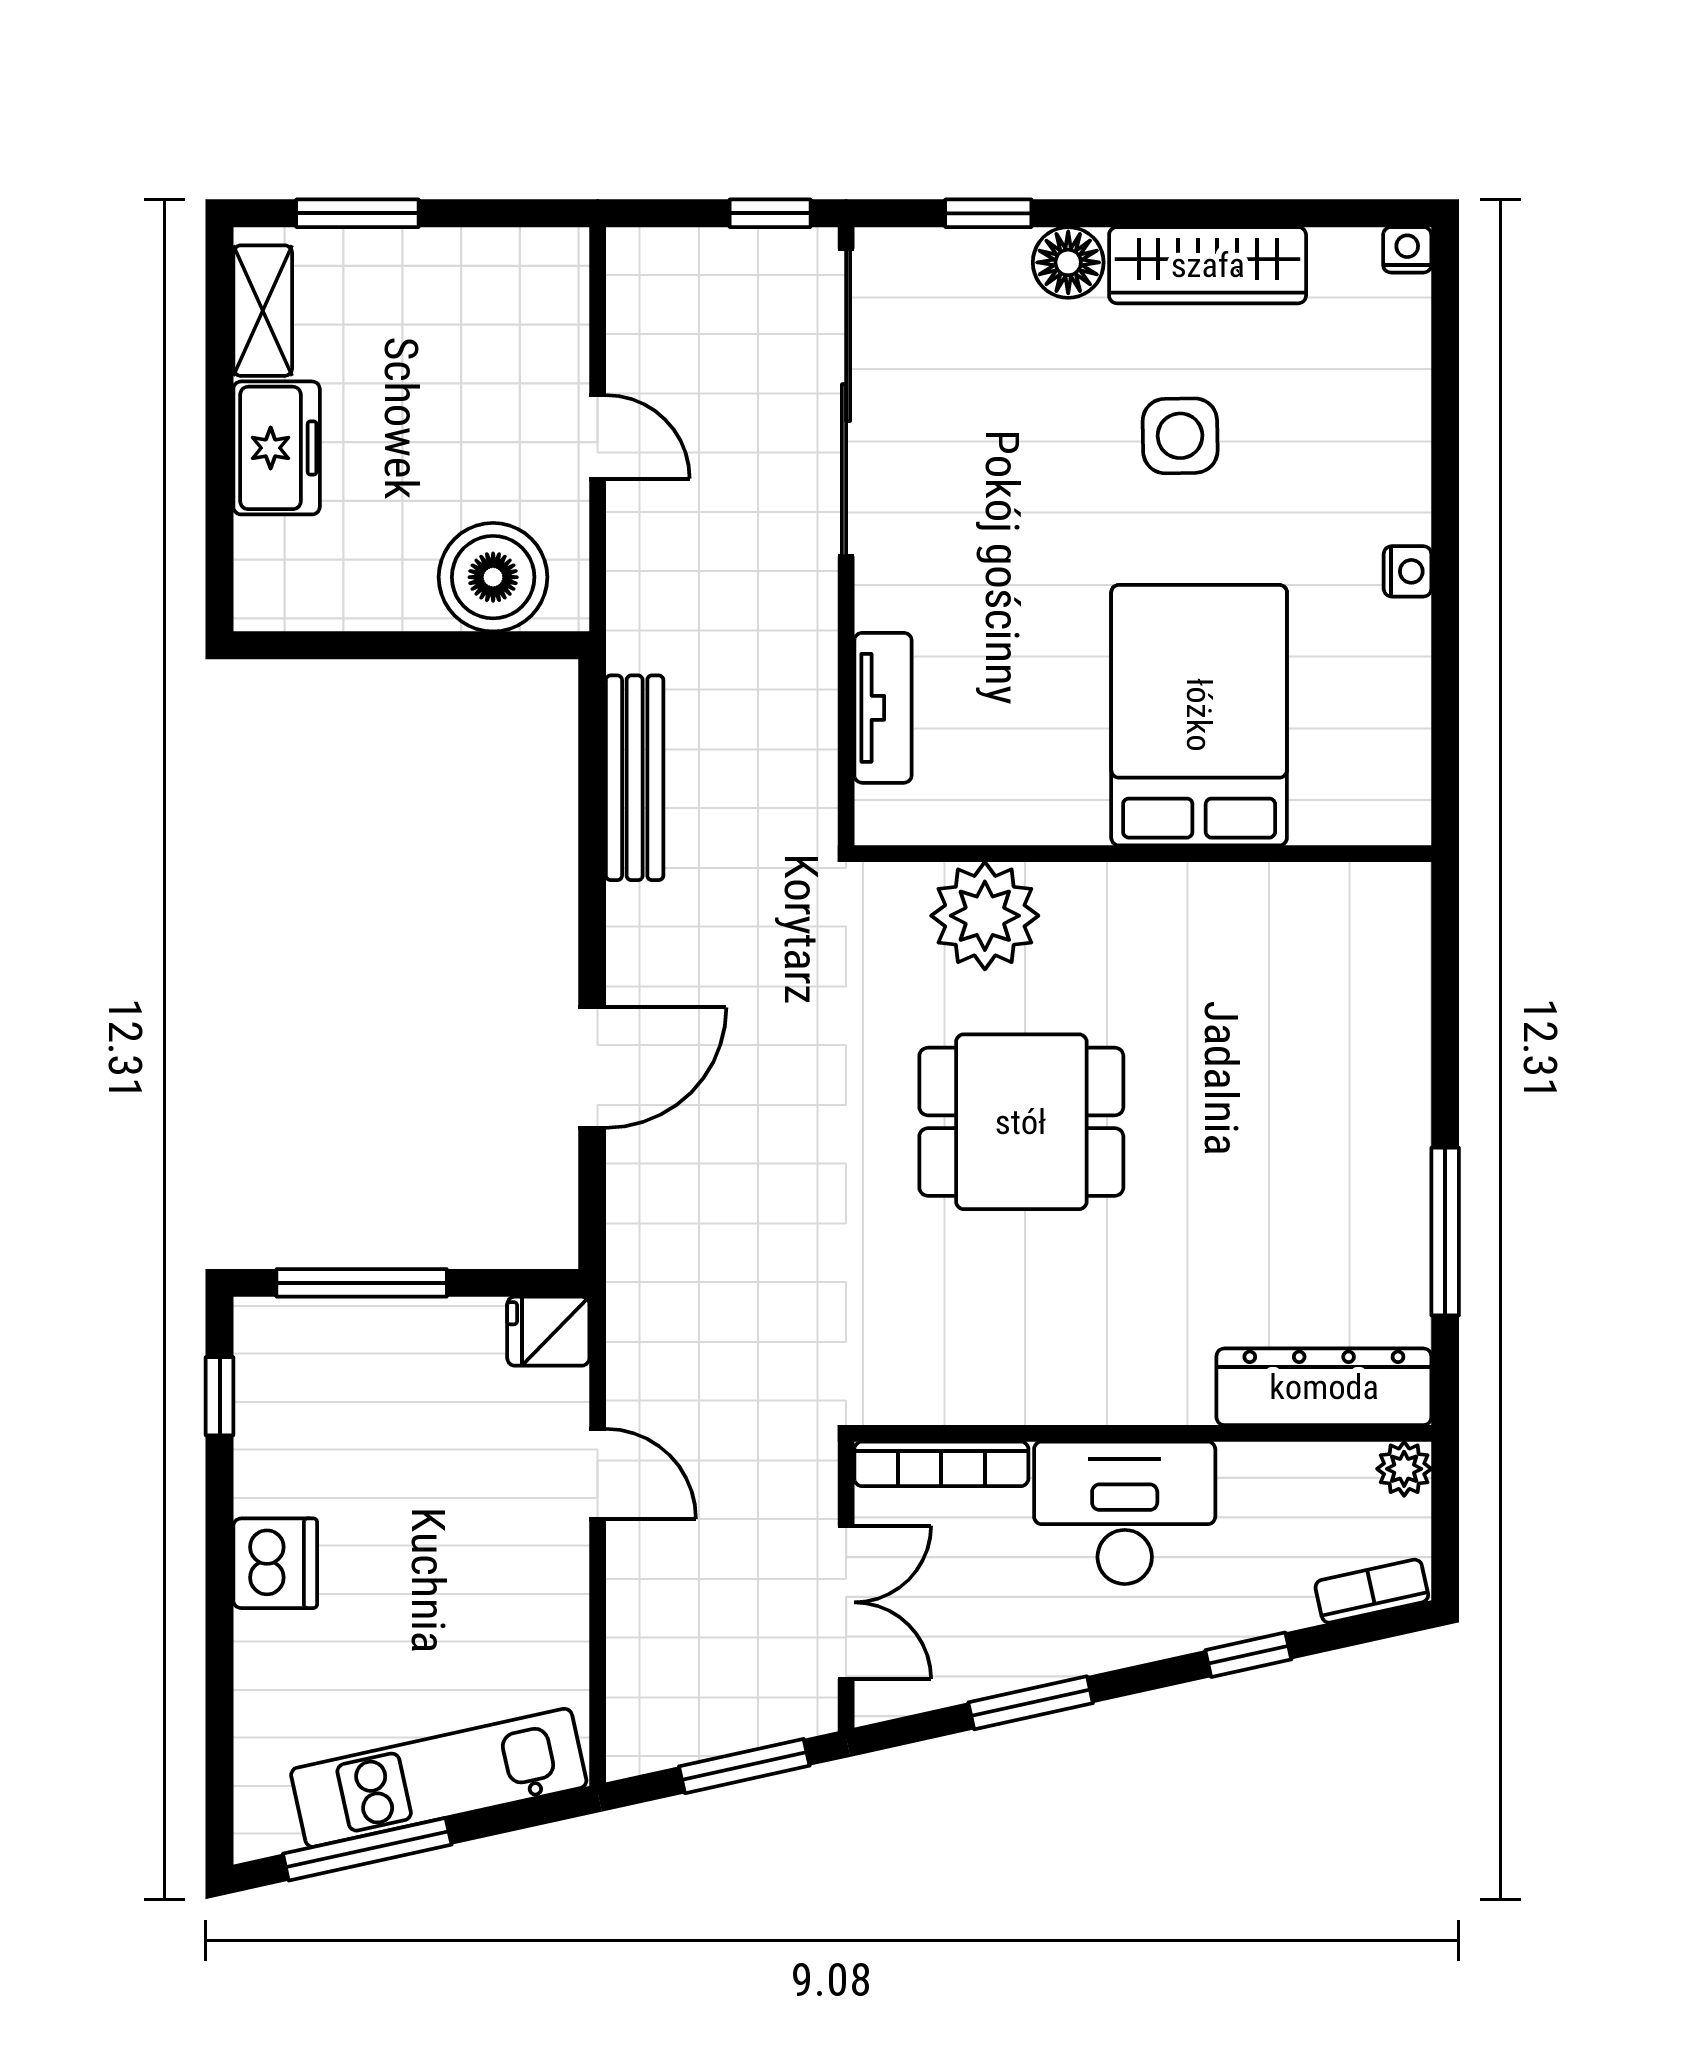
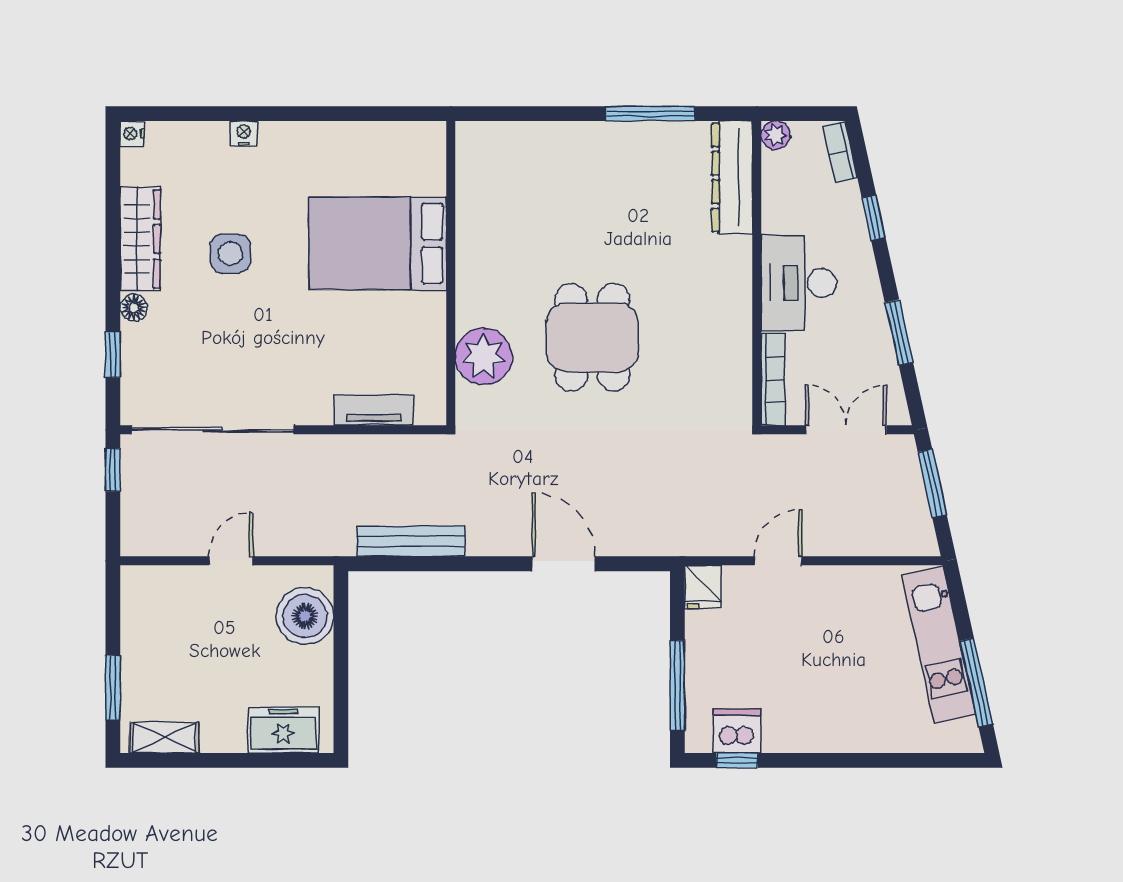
floor lamp: (1068, 262) -> (134, 307), width x0.73, depth x0.73
freezer: (277, 448) -> (283, 730), moved
nightstand: (1408, 571) -> (244, 133), moved
dishwasher: (275, 1563) -> (737, 731), moved

